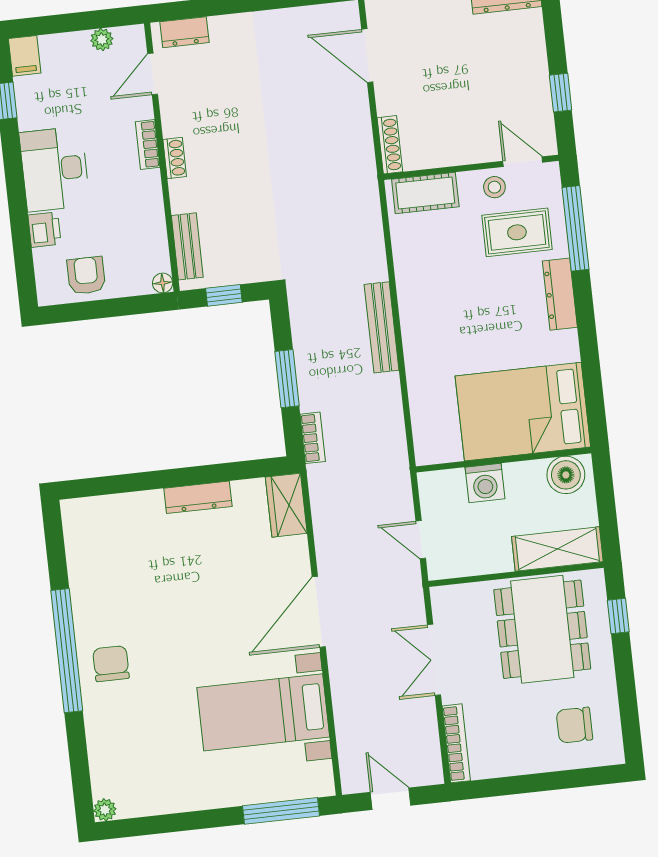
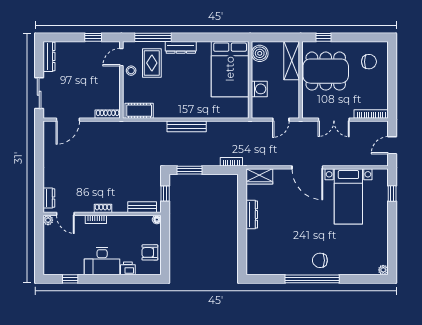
plant: (102, 40) -> (48, 220), moved
filing cabinet: (25, 56) -> (51, 269), removed
cot: (425, 193) -> (139, 111), moved, turned 90
window: (287, 379) -> (189, 170), moved
chair: (574, 725) -> (369, 62), turned -90
window: (281, 811) -> (392, 193), width x0.46

